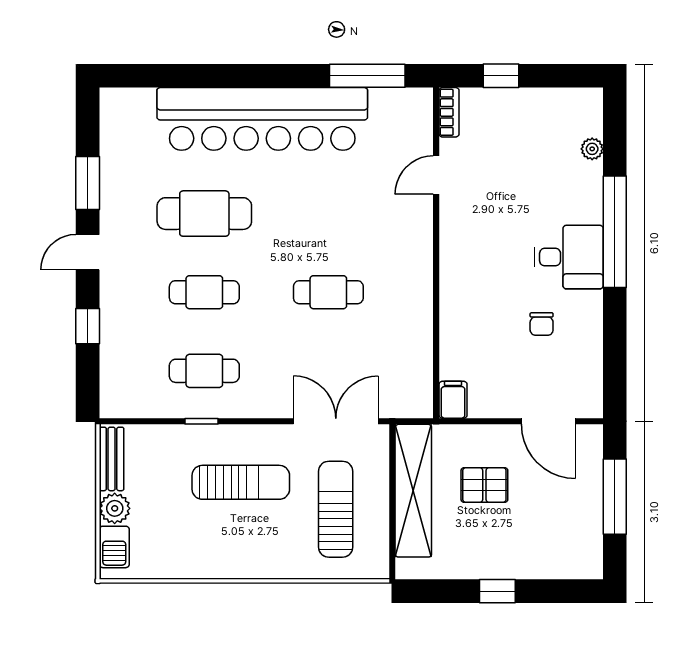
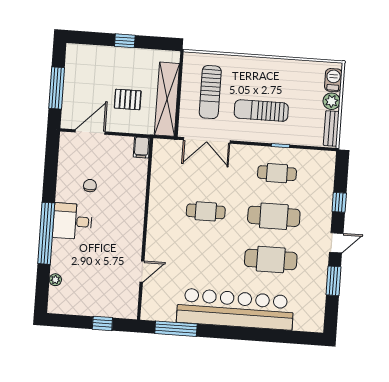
bookcase: (449, 112) -> (132, 305), removed
cafe table: (204, 292) -> (274, 216), width x1.37, depth x1.35
door: (548, 421) -> (90, 132), hinge flipped

